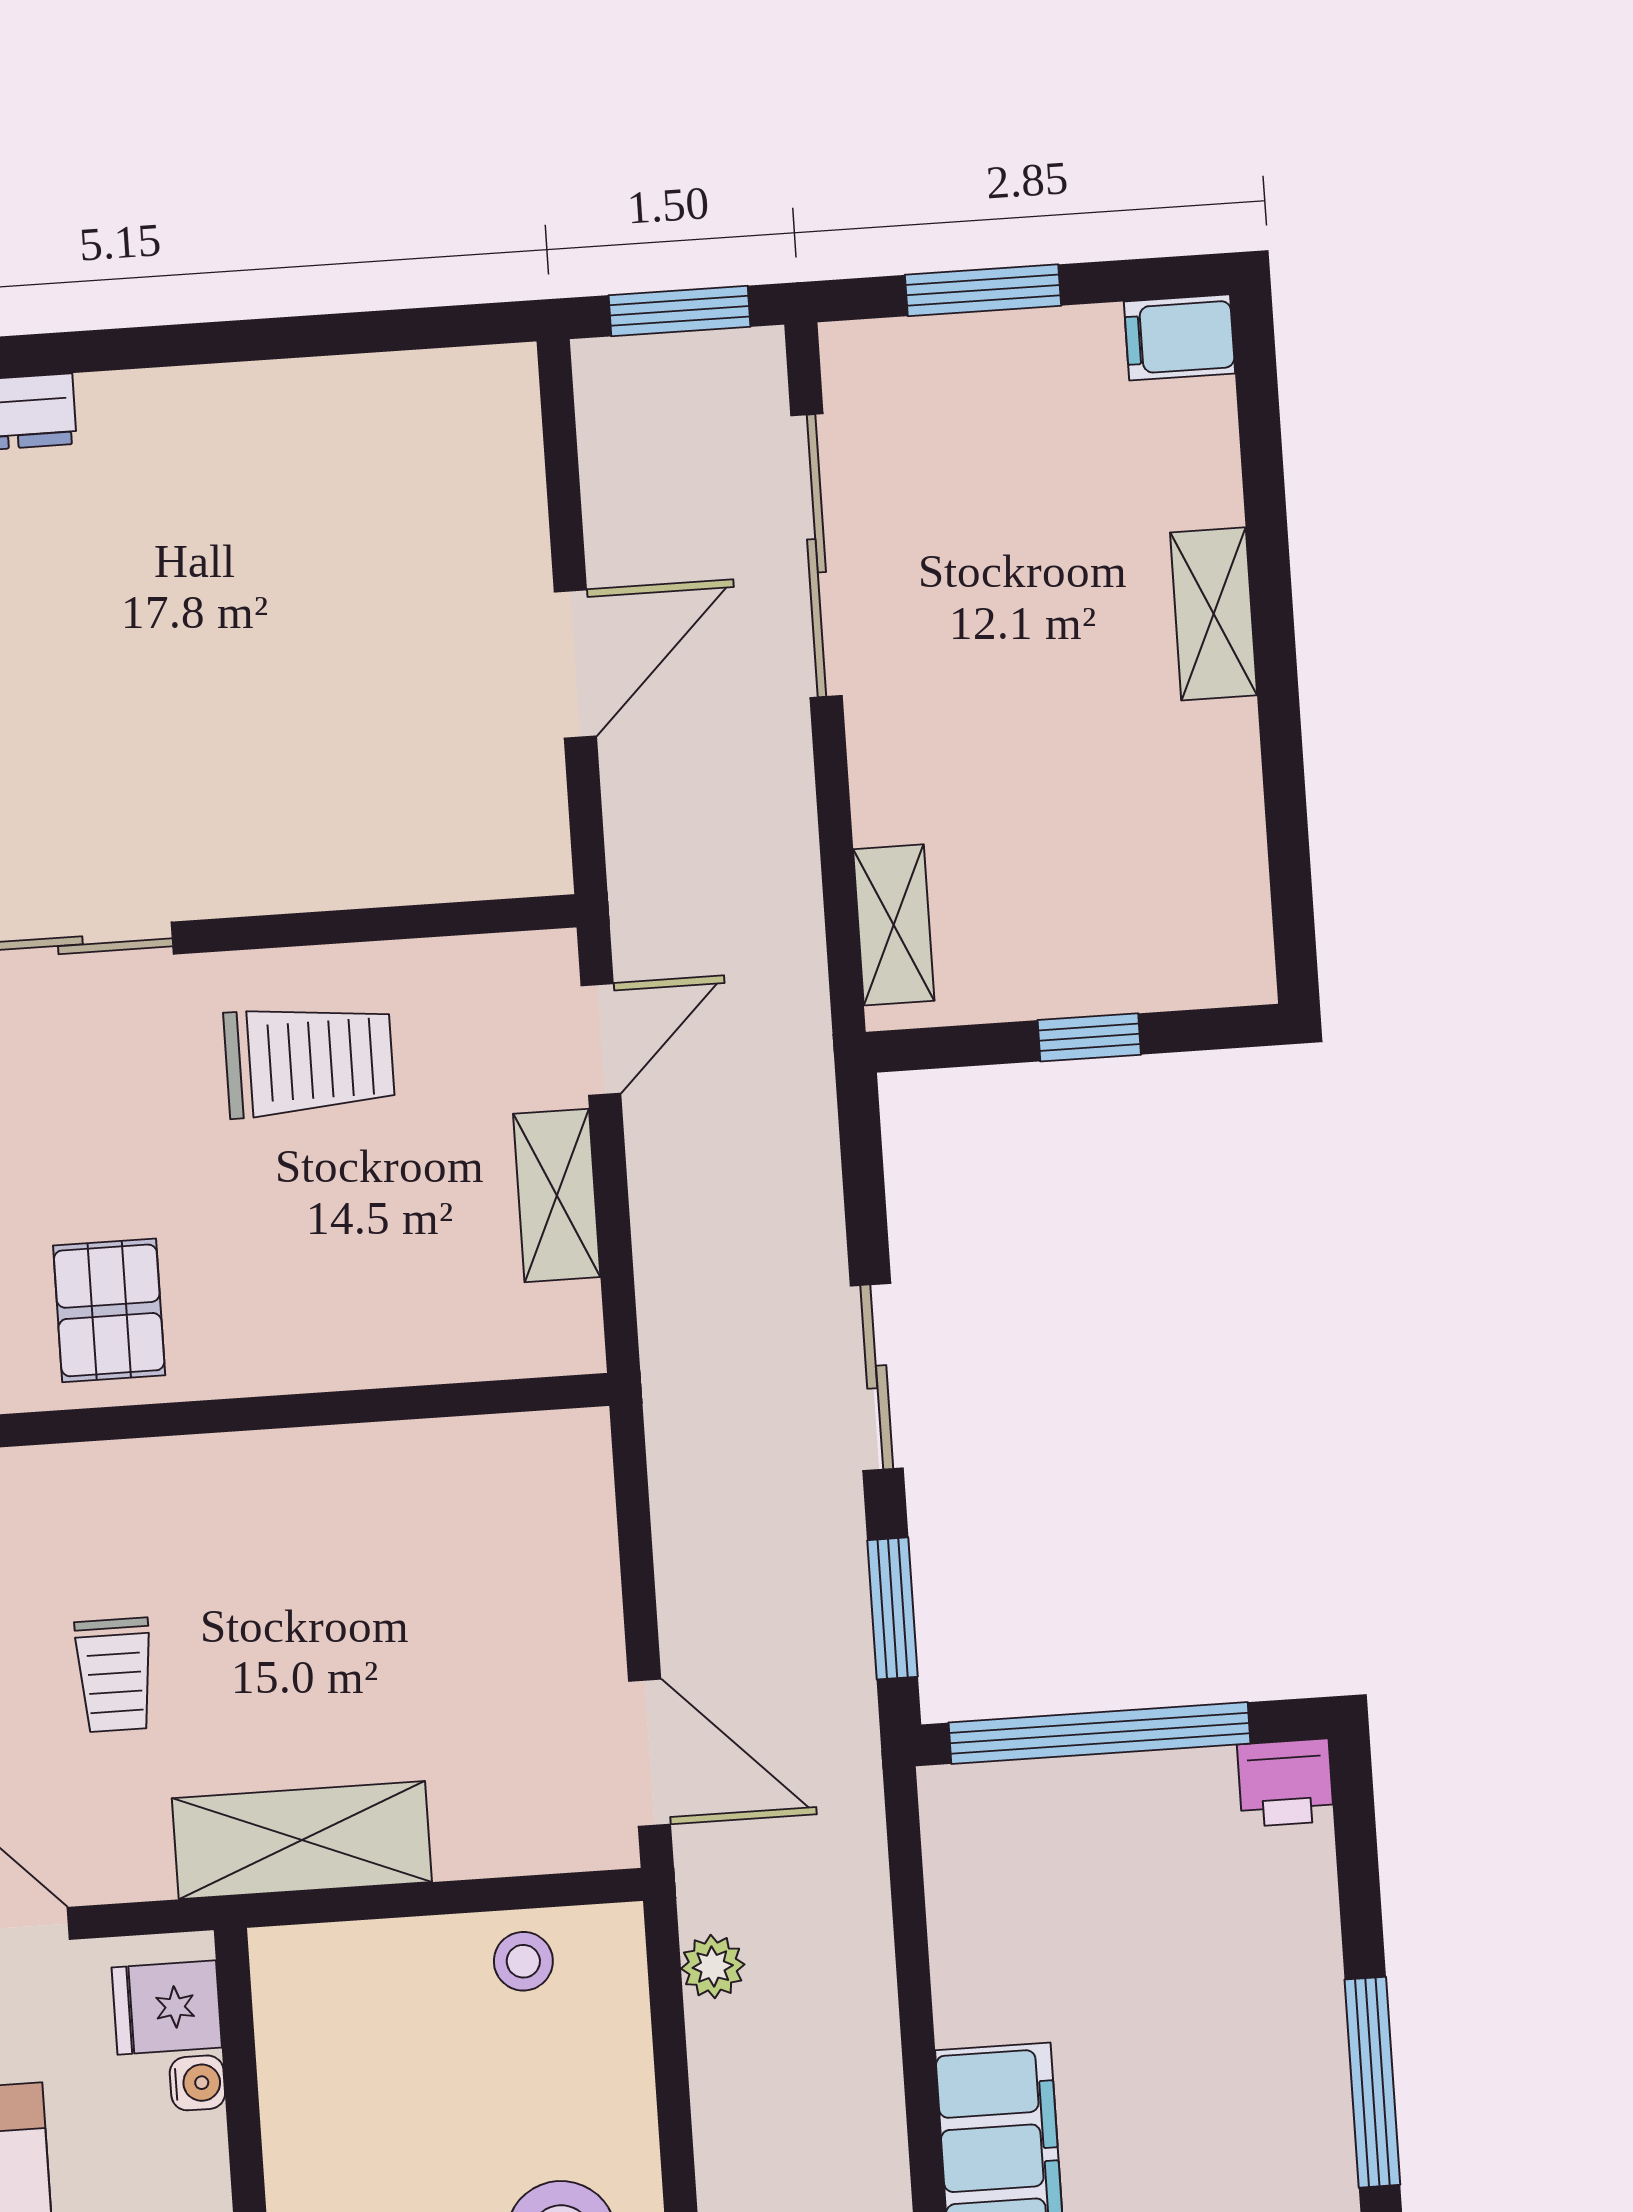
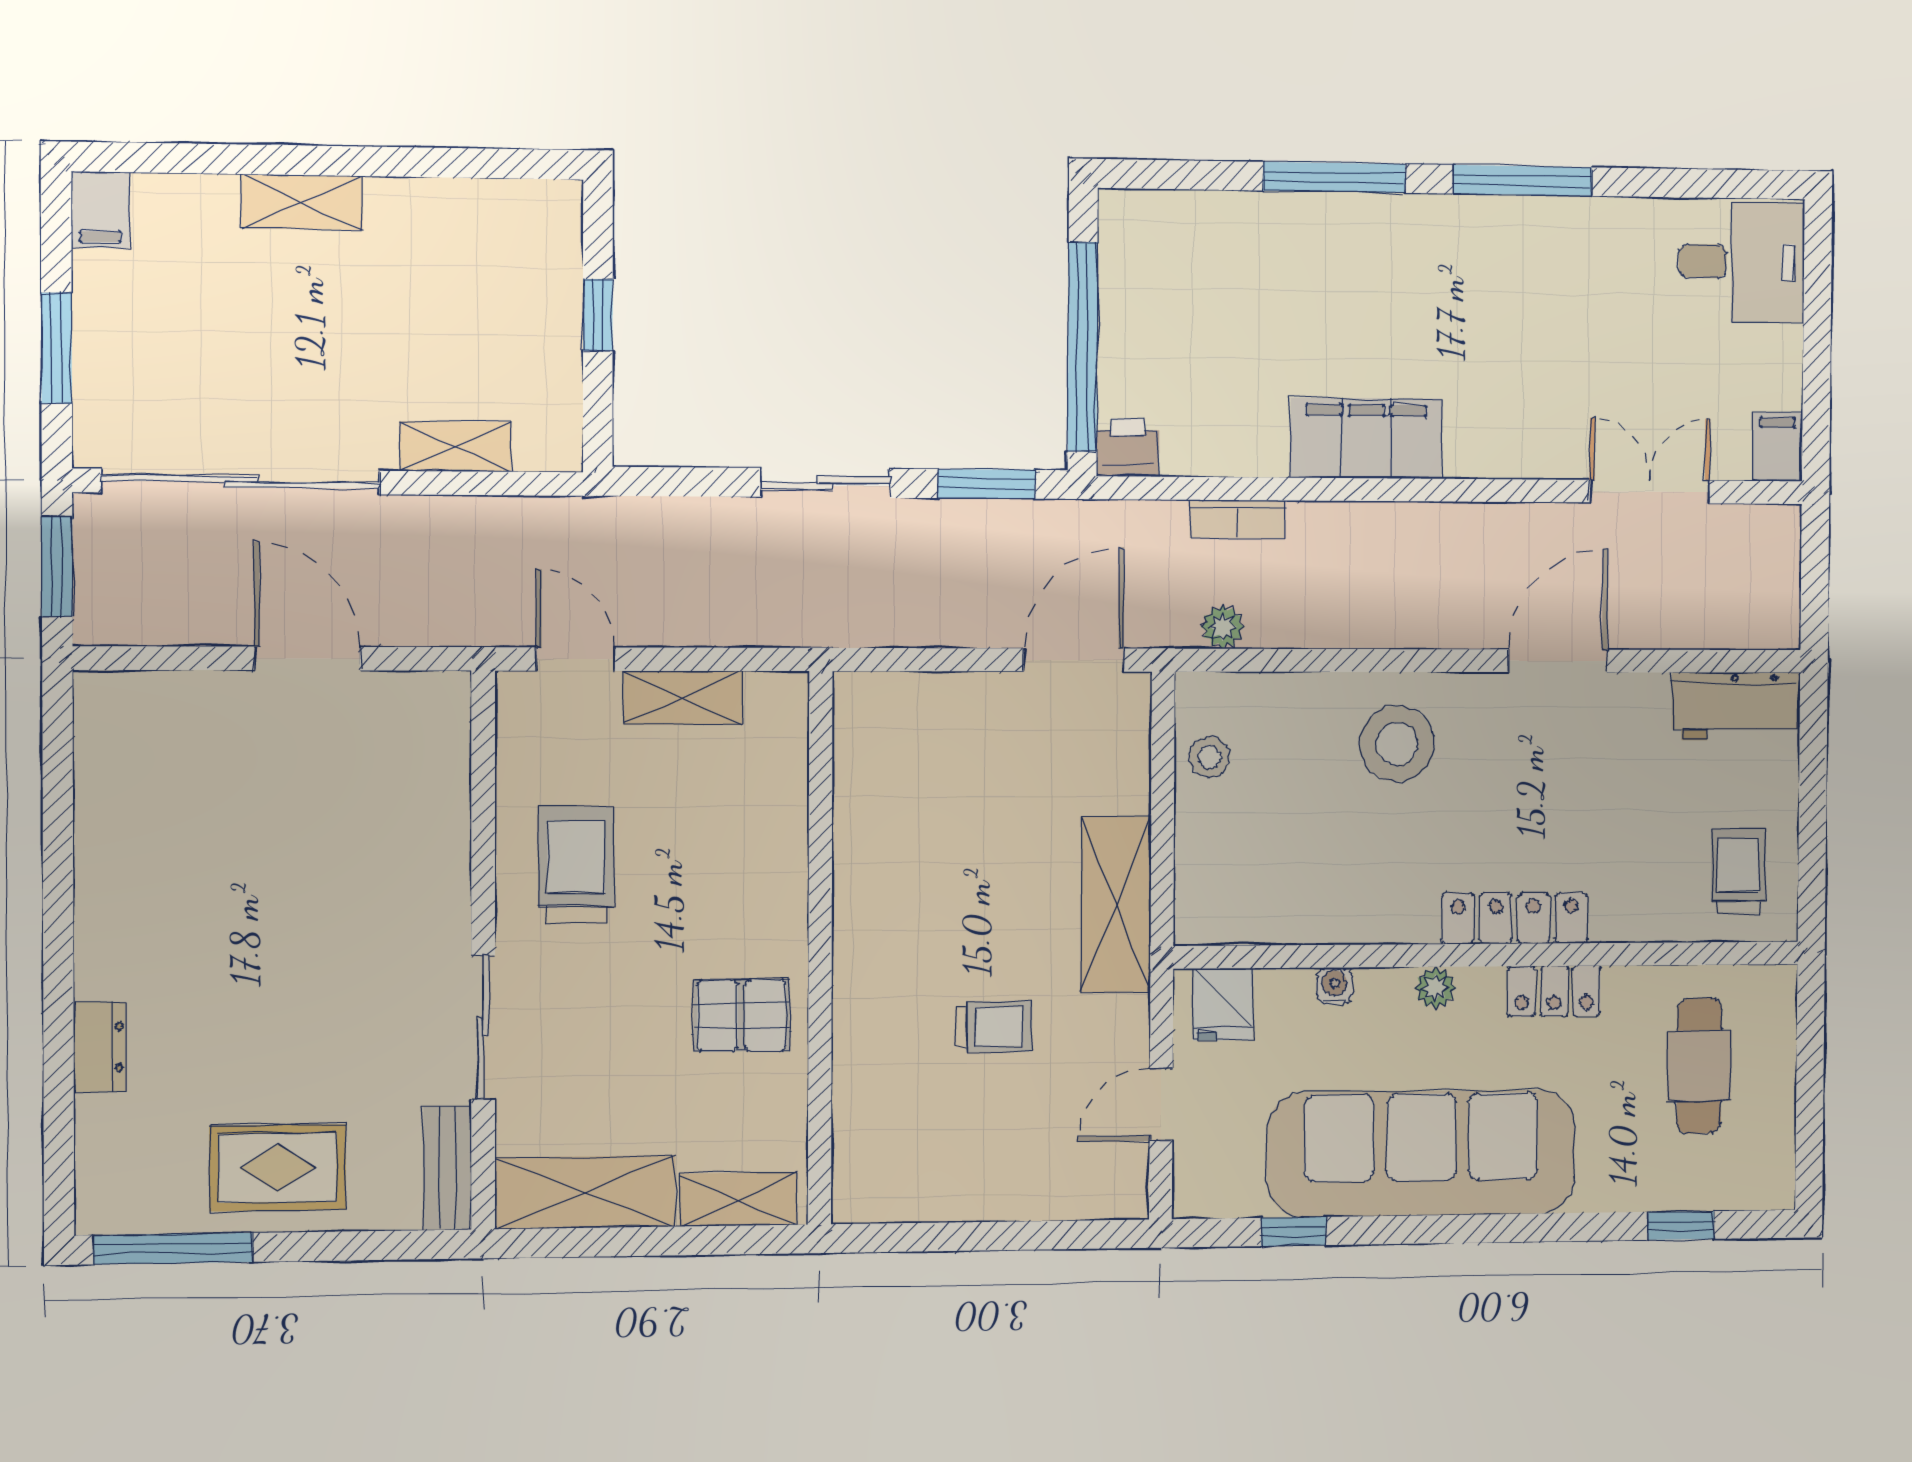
sliding door: (817, 556) -> (241, 482), width x1.36
shelving: (894, 925) -> (455, 446), moved
printer: (1285, 1783) -> (1128, 447), moved, turned -90
bookcase: (869, 1976) -> (1237, 519), added
water cooler: (197, 2083) -> (1334, 986), moved

